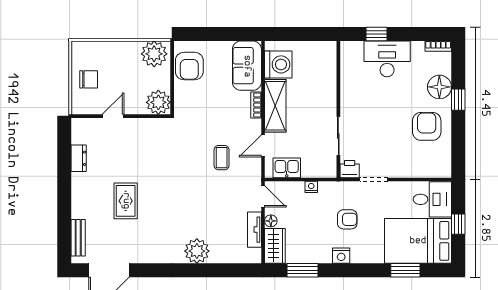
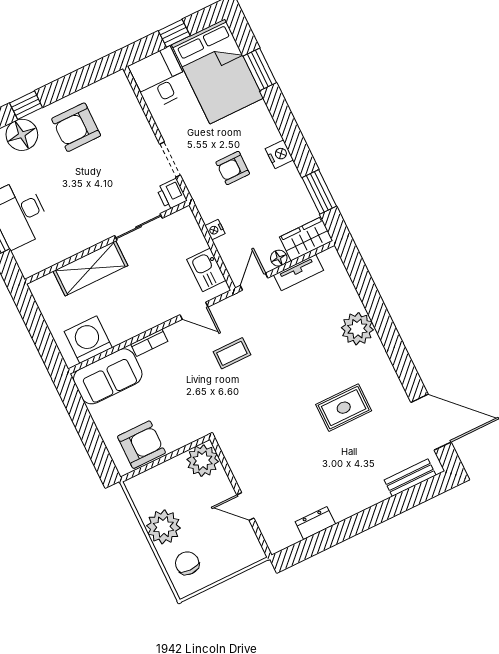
plant: (154, 54) -> (163, 527), moved
chair: (89, 79) -> (187, 563), moved
shelving: (275, 106) -> (90, 268), moved
rug: (126, 201) -> (344, 408), moved
armchair: (347, 219) -> (233, 168), turned -90

